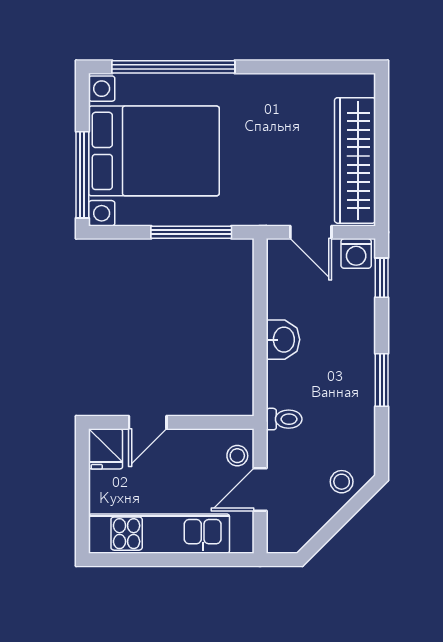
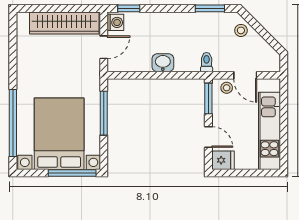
window: (382, 380) -> (210, 8), moved
window: (218, 422) -> (208, 99), added

